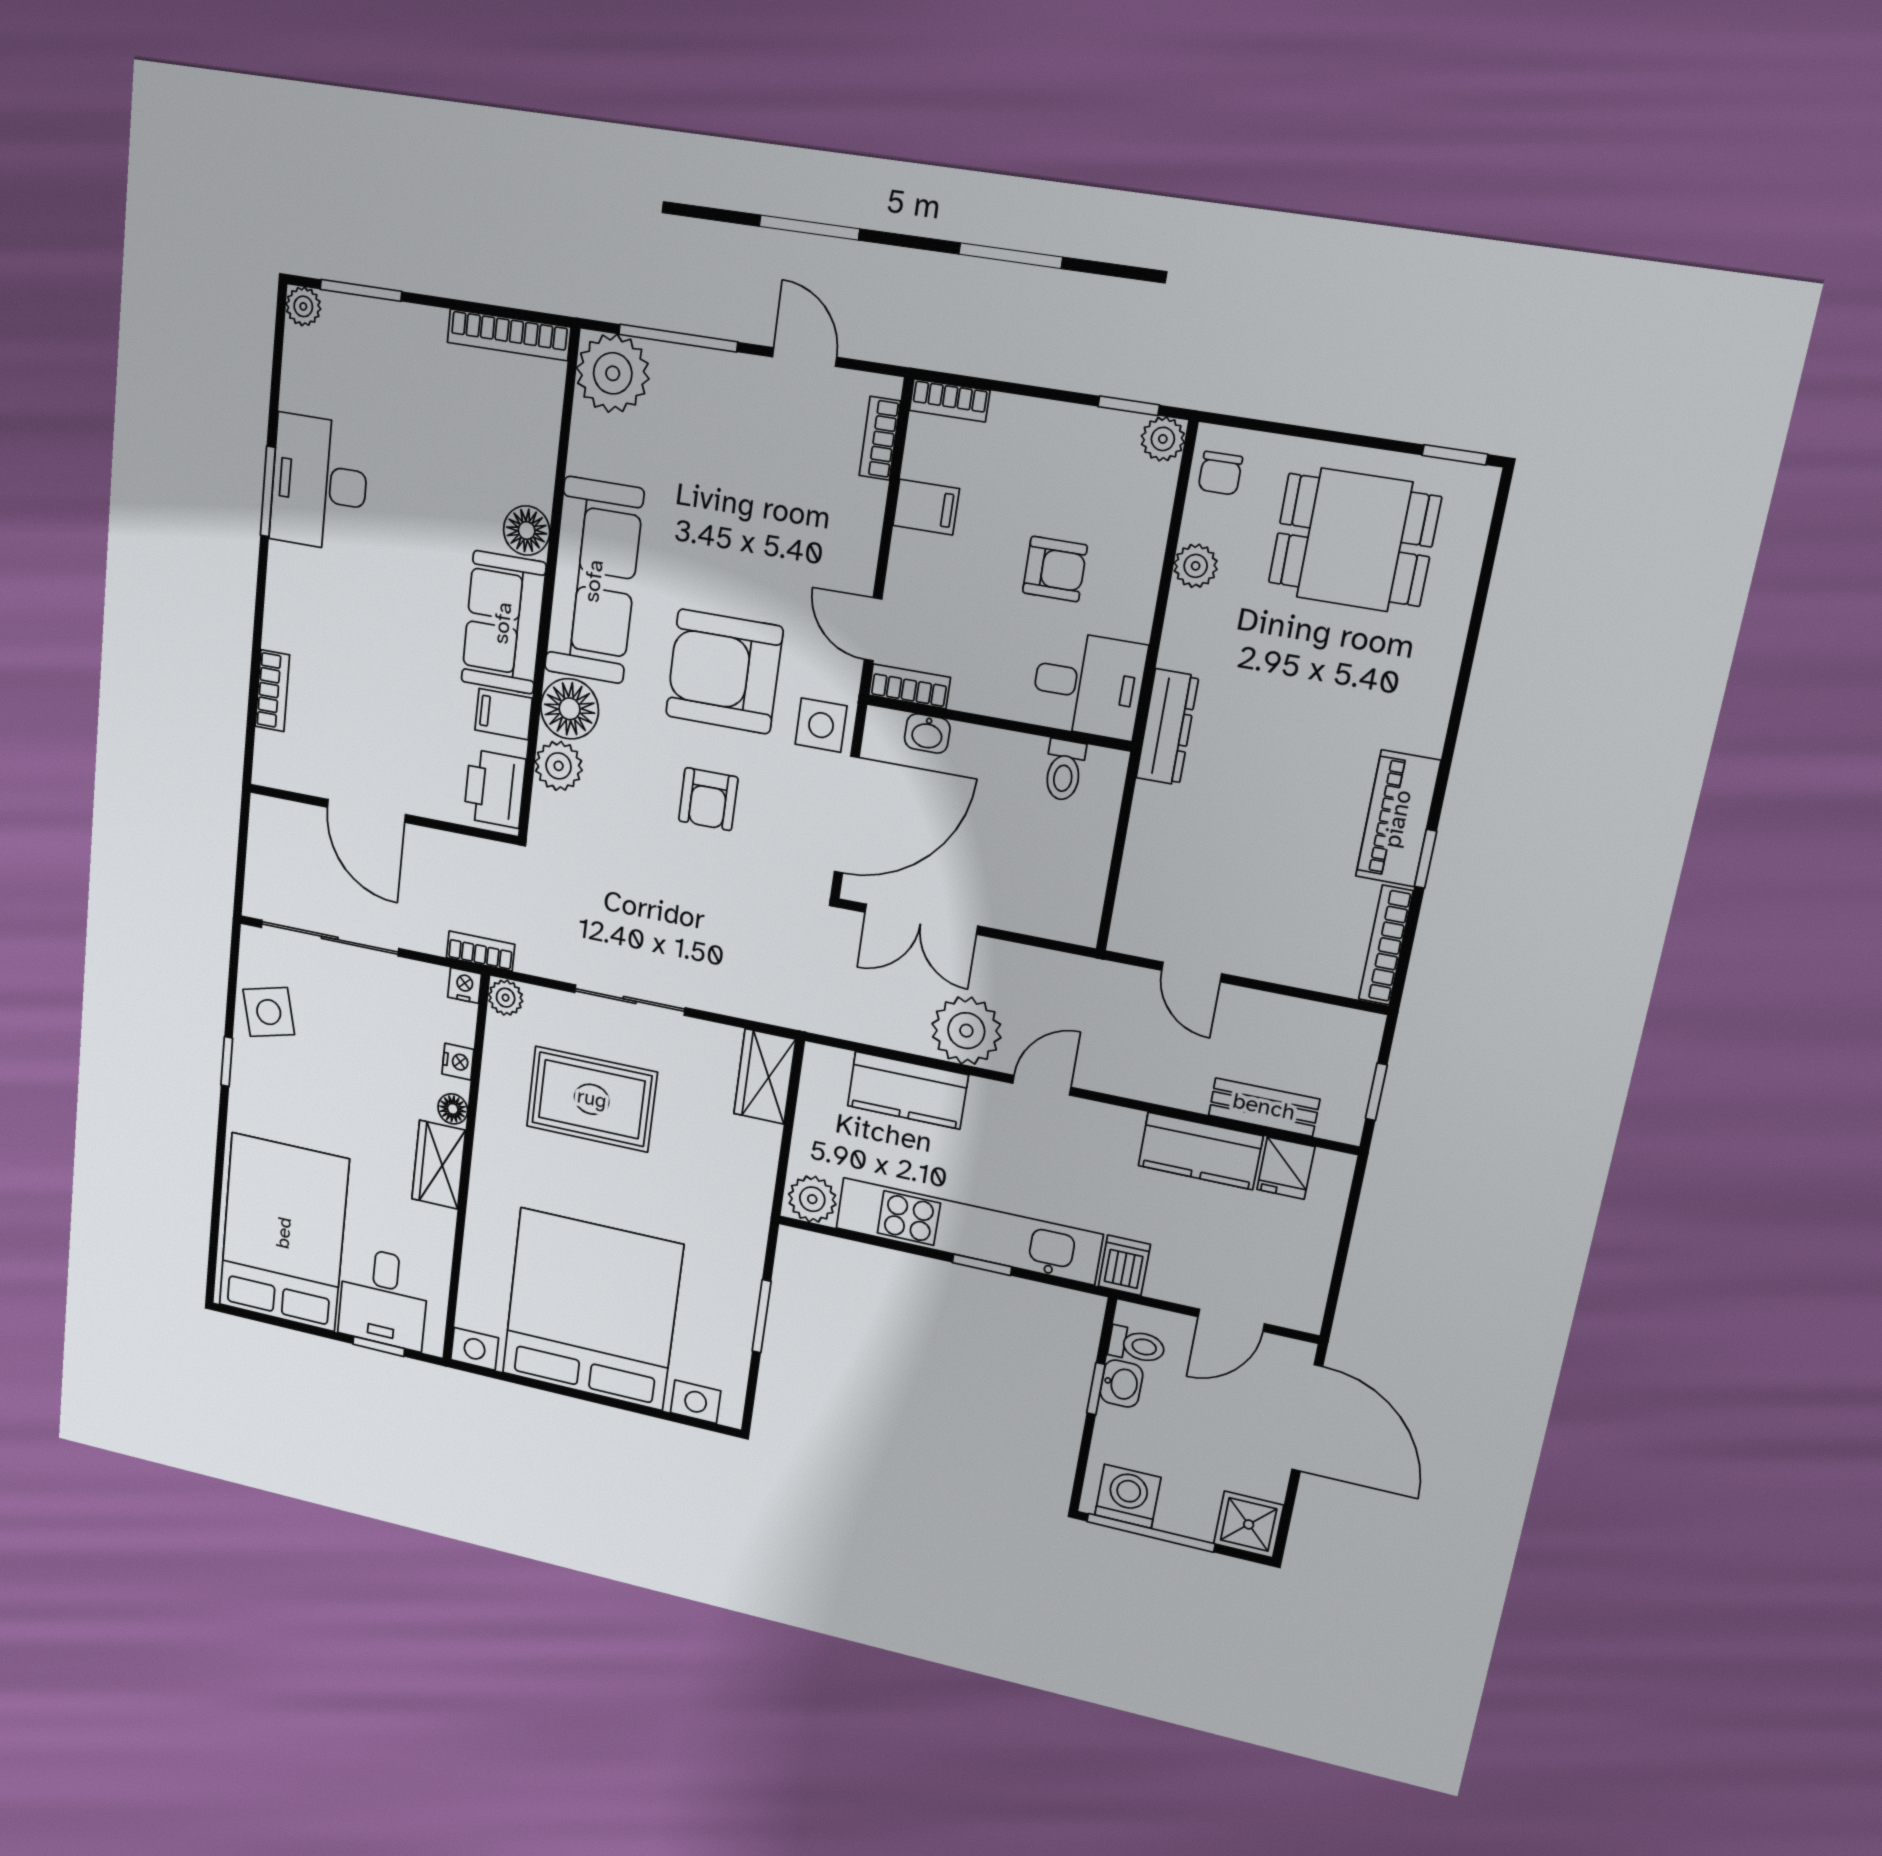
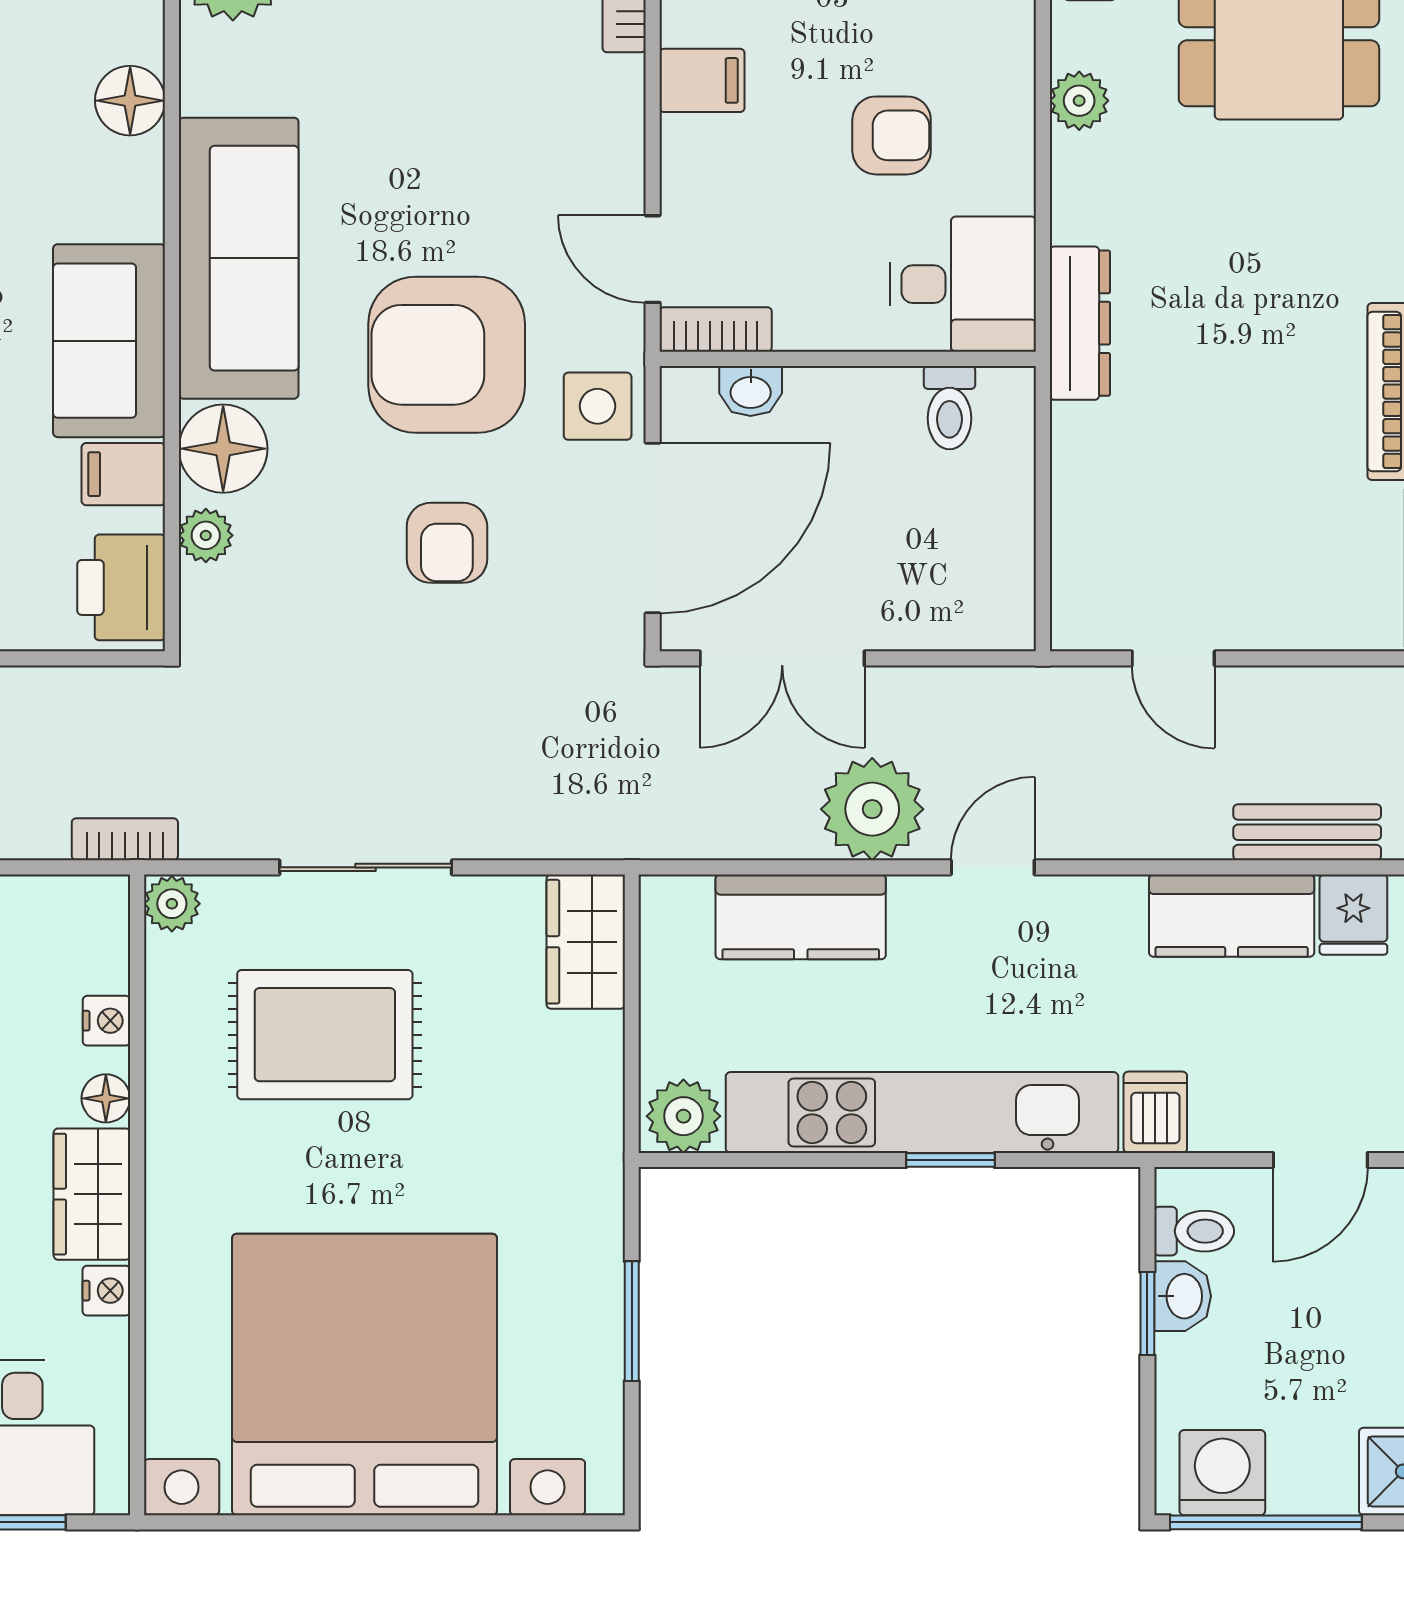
floor lamp: (527, 530) -> (130, 101), moved
plant: (559, 766) -> (206, 535), width x0.73, depth x0.73
nightstand: (465, 985) -> (106, 1291), moved, turned 90

